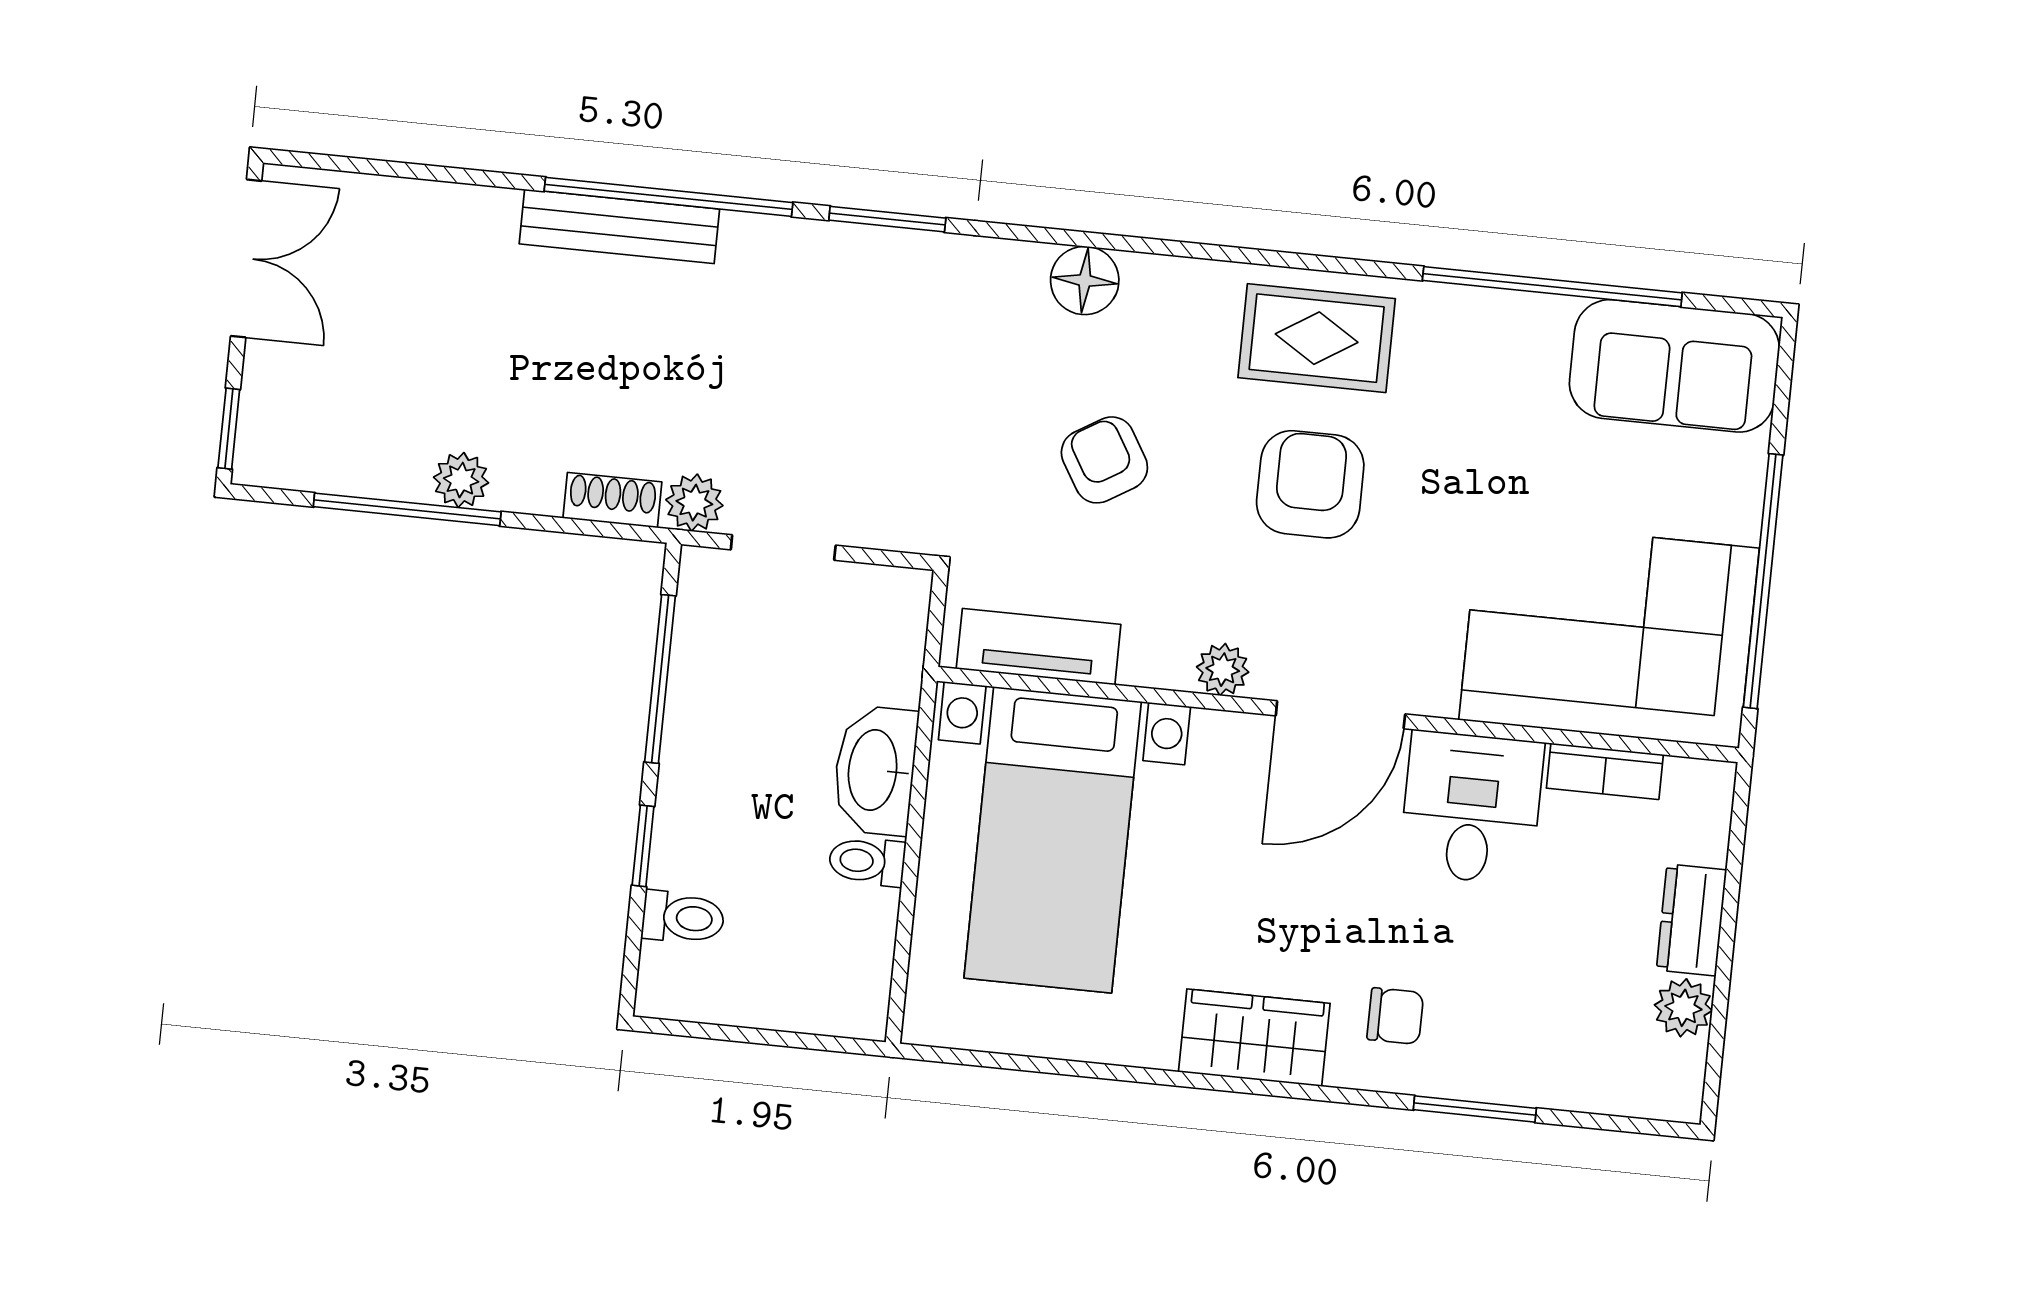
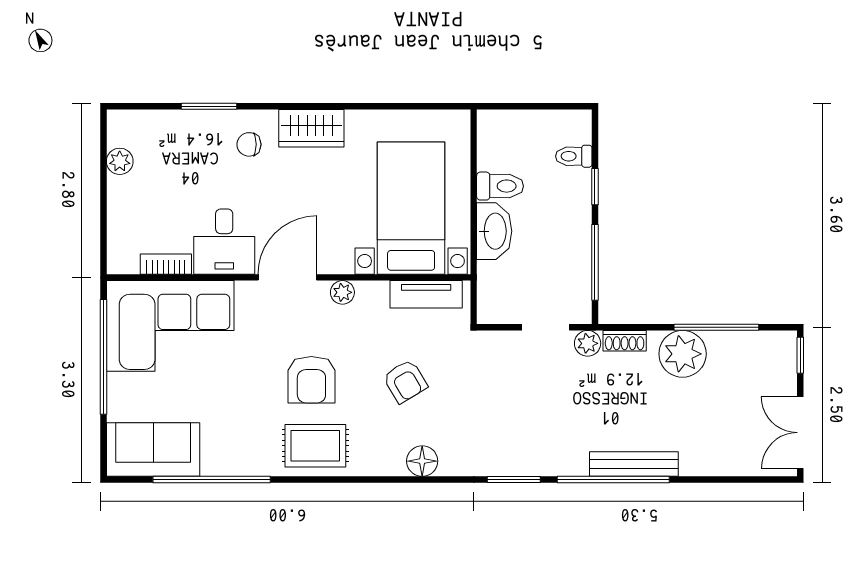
plant: (461, 480) -> (683, 354), width x1.88, depth x1.88
toilet: (867, 861) -> (500, 186), width x1.37, depth x1.39
dresser: (1691, 920) -> (120, 201), removed

